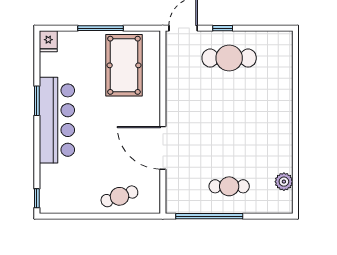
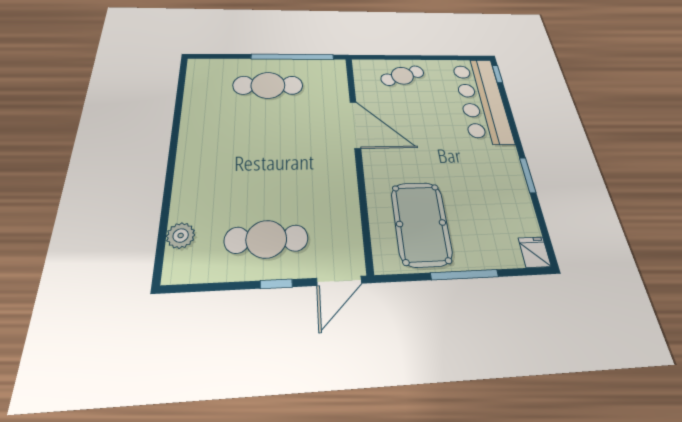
bar counter: (57, 120) -> (482, 100), moved
plant: (284, 182) -> (181, 235), moved
cafe table: (229, 186) -> (268, 85), width x1.37, depth x1.35

